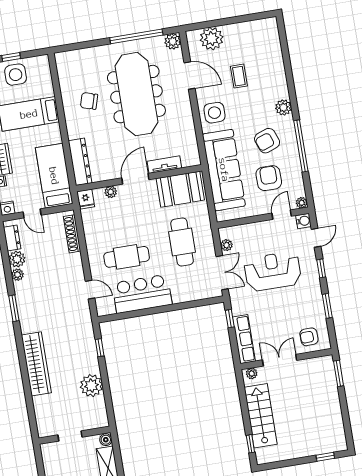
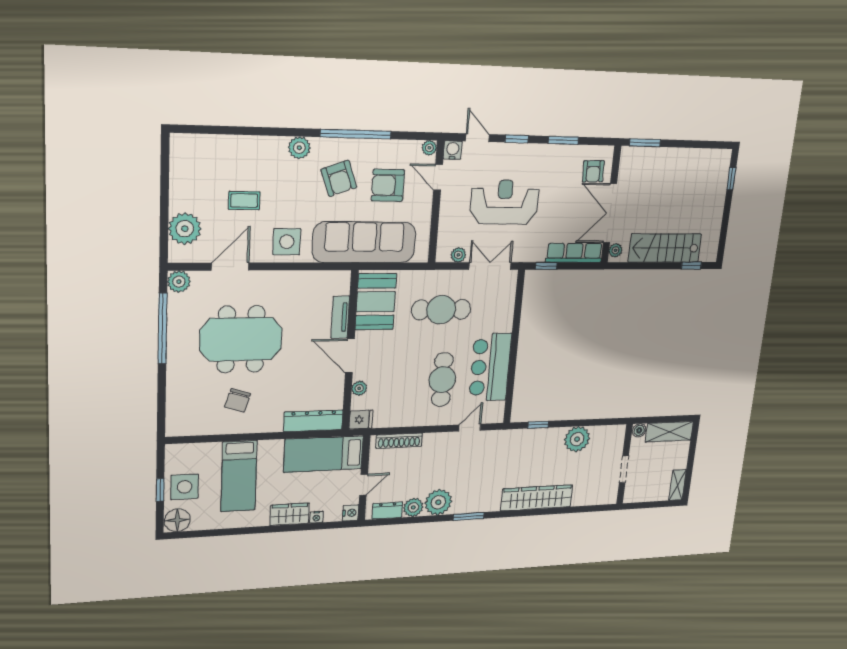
meeting table: (136, 94) -> (241, 339), width x0.73
reception desk: (273, 271) -> (505, 202), turned 90
plant: (17, 275) -> (438, 502), width x1.88, depth x1.88
double door: (280, 360) -> (610, 213), width x1.37

